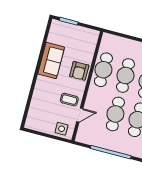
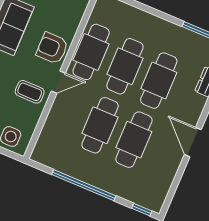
armchair: (79, 71) -> (52, 48), turned 90
door: (80, 115) -> (58, 82), moved

